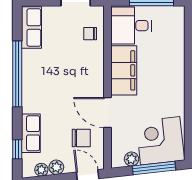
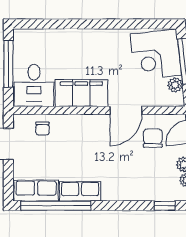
window: (17, 74) -> (56, 206), moved
row of seats: (31, 133) -> (80, 191), moved

